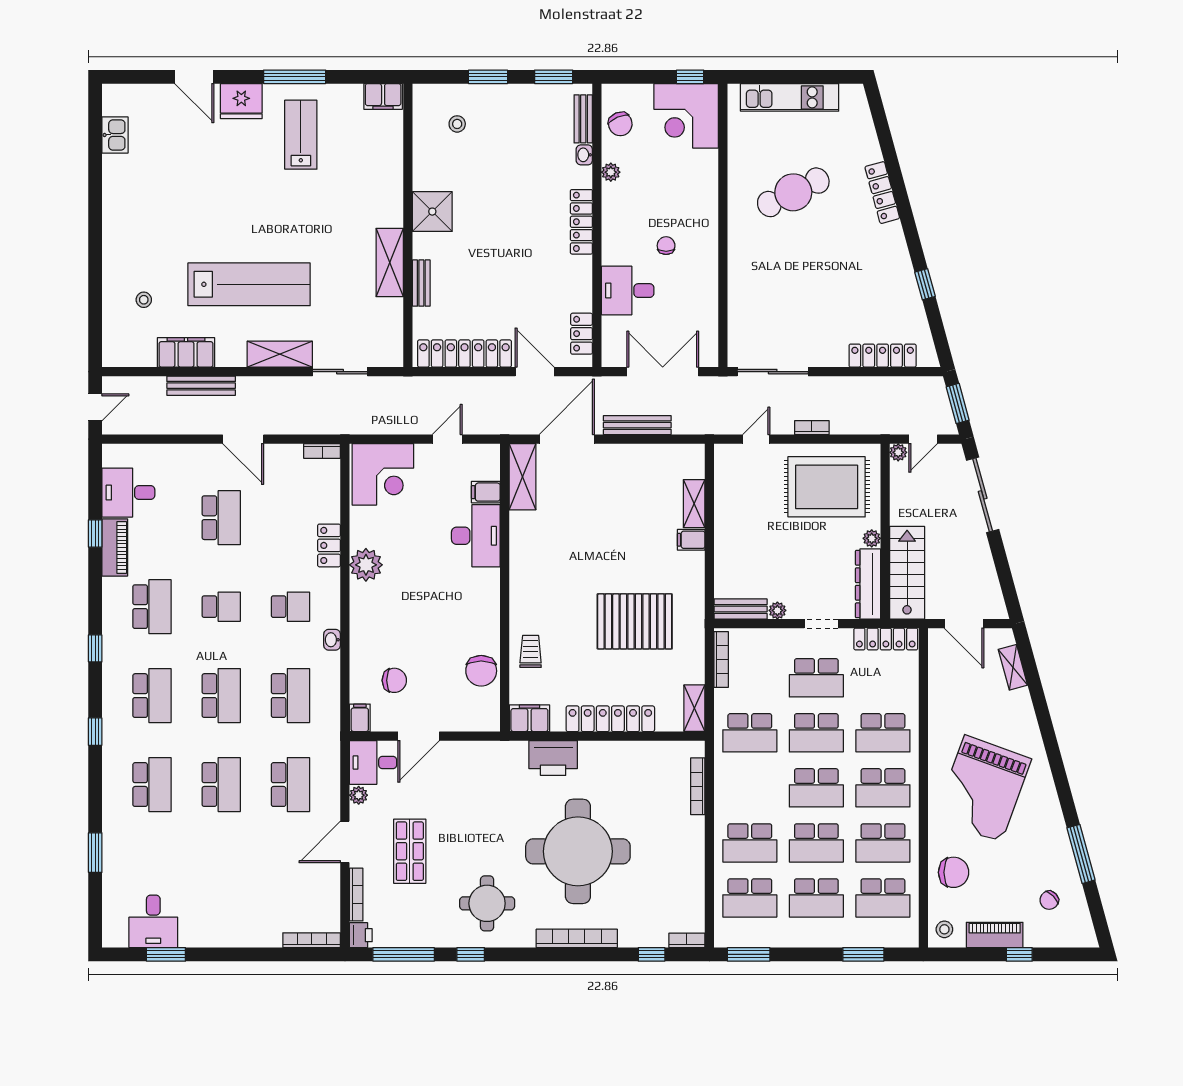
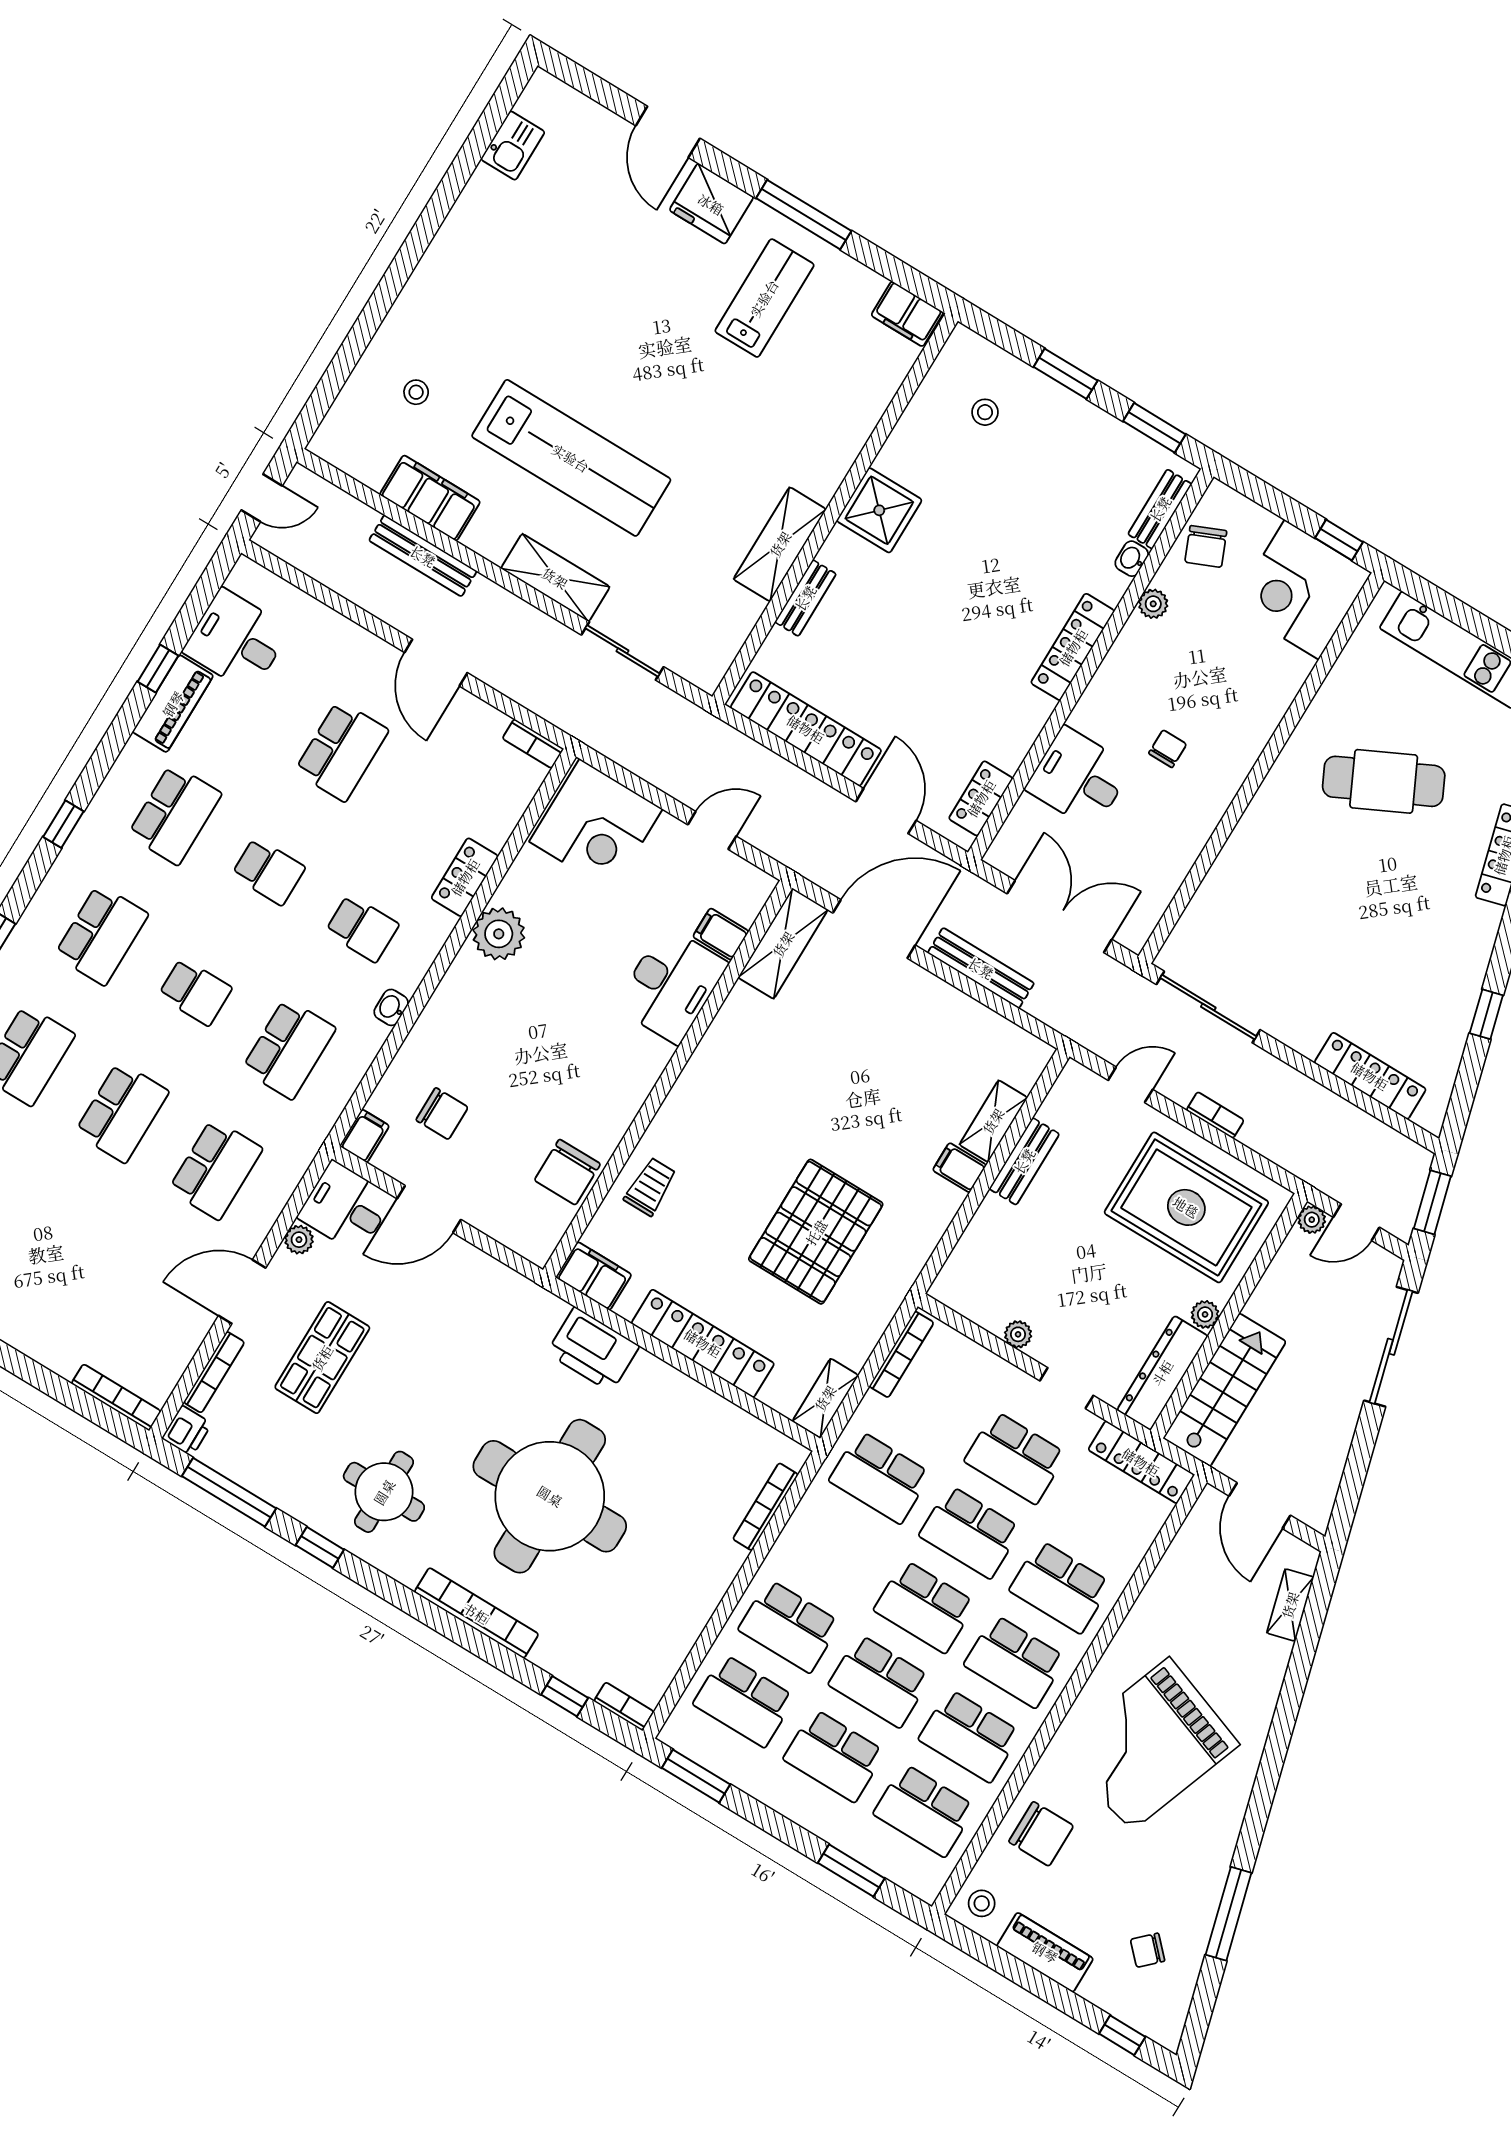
bench: (741, 609) -> (1024, 1161), moved, turned 90
pallet: (635, 621) -> (816, 1232), turned 90
school desk: (221, 696) -> (195, 992), width x0.54
window: (1019, 954) -> (1122, 2035), moved

